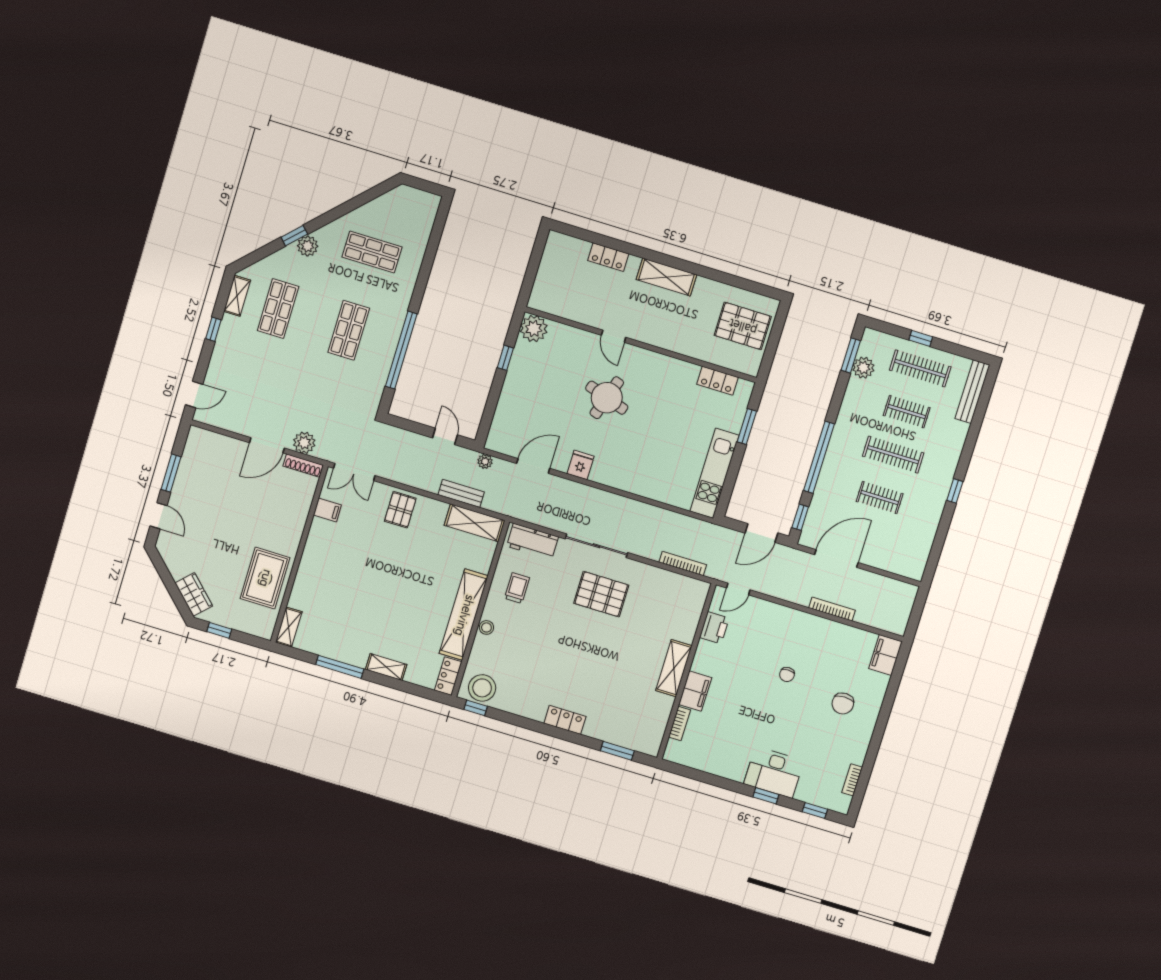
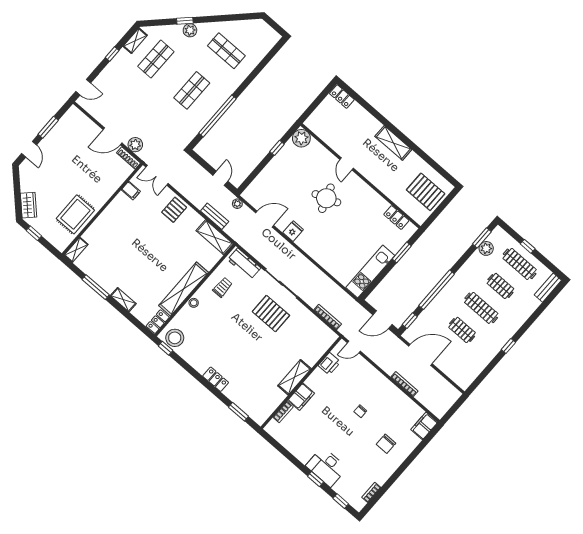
locker: (608, 257) -> (342, 97), moved
bench: (972, 392) -> (548, 288), width x0.73
round table: (607, 398) -> (326, 198), turned -38

